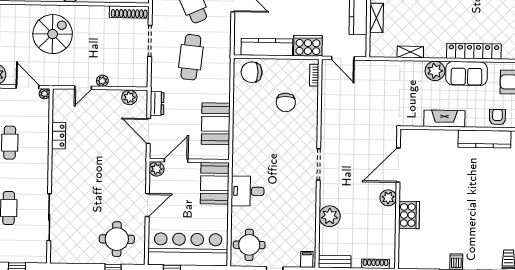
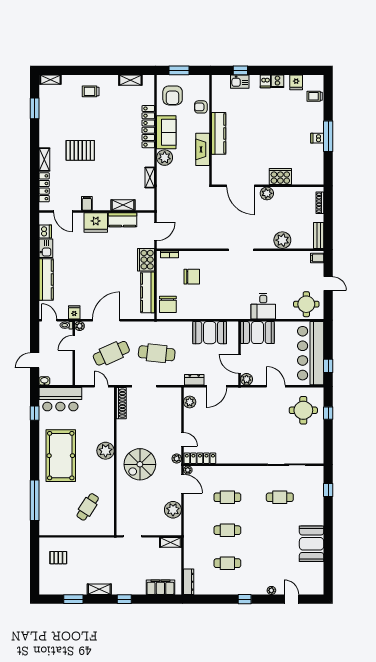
spiral stairs: (53, 34) -> (140, 464), turned -90
plant: (102, 81) -> (177, 459), moved
door: (28, 87) -> (182, 484), swing flipped
locker: (59, 136) -> (200, 458), moved, width x1.53
kitchen counter: (485, 139) -> (219, 133), moved

